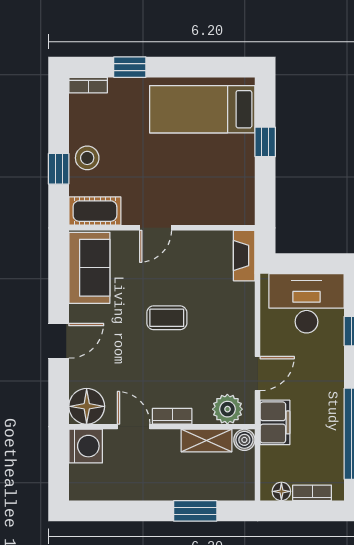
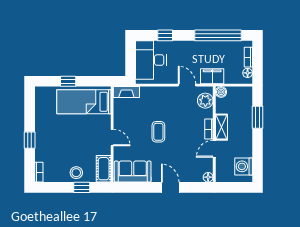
window: (130, 67) -> (30, 140), moved
bed: (202, 109) -> (84, 102), moved, turned 90
floor lamp: (87, 406) -> (208, 177), width x0.53, depth x0.53
shelving: (206, 441) -> (221, 127), moved
washing machine: (86, 446) -> (244, 166), moved, turned -90

